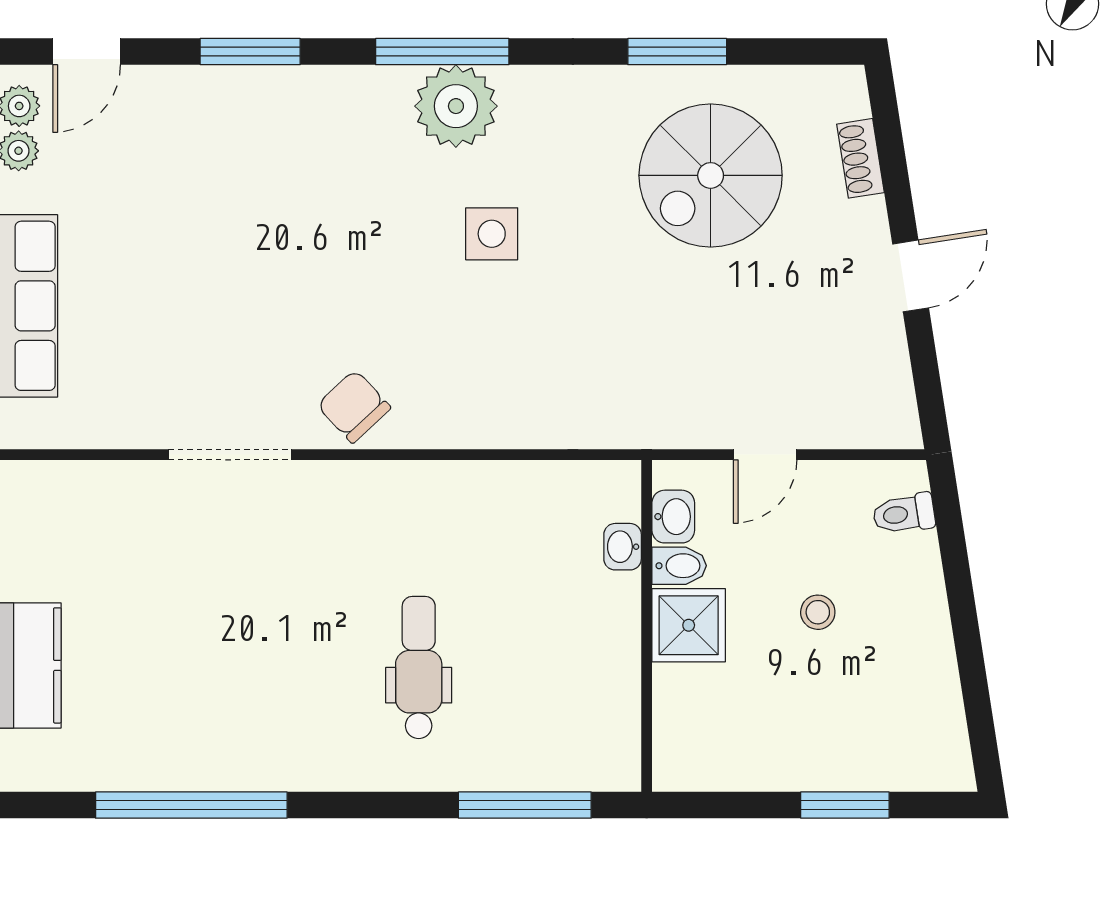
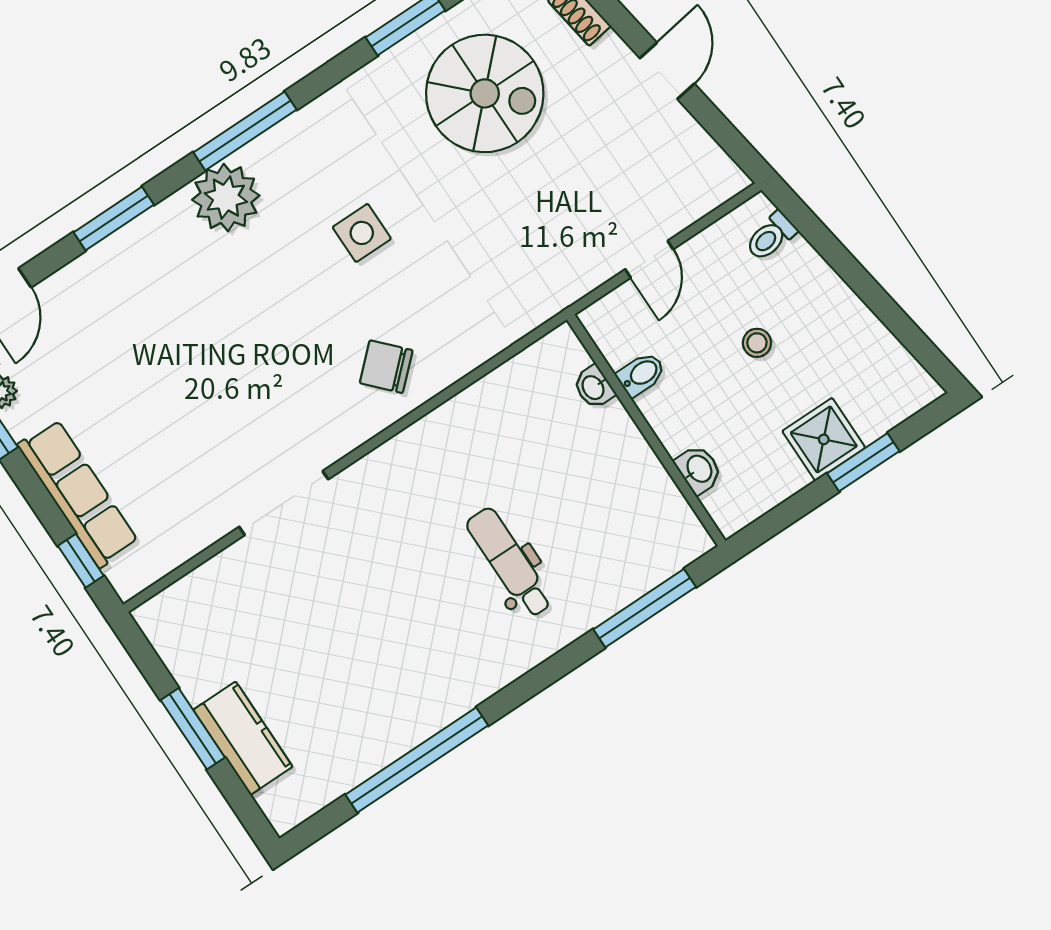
plant: (456, 106) -> (226, 198), moved
spiral stairs: (711, 175) -> (485, 93), turned -90
chair: (354, 406) -> (386, 367), moved
washbasin: (673, 517) -> (699, 469), moved
shower: (689, 625) -> (824, 439), moved

